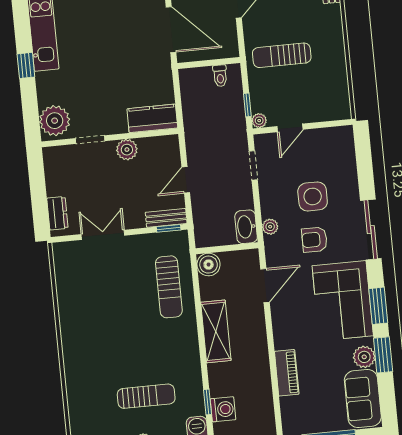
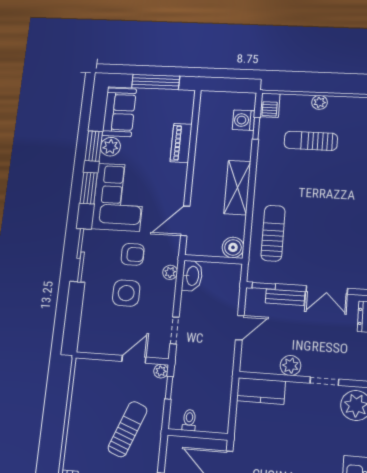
sun lounger: (282, 55) -> (127, 429), turned -69
bench: (166, 218) -> (285, 297), moved

